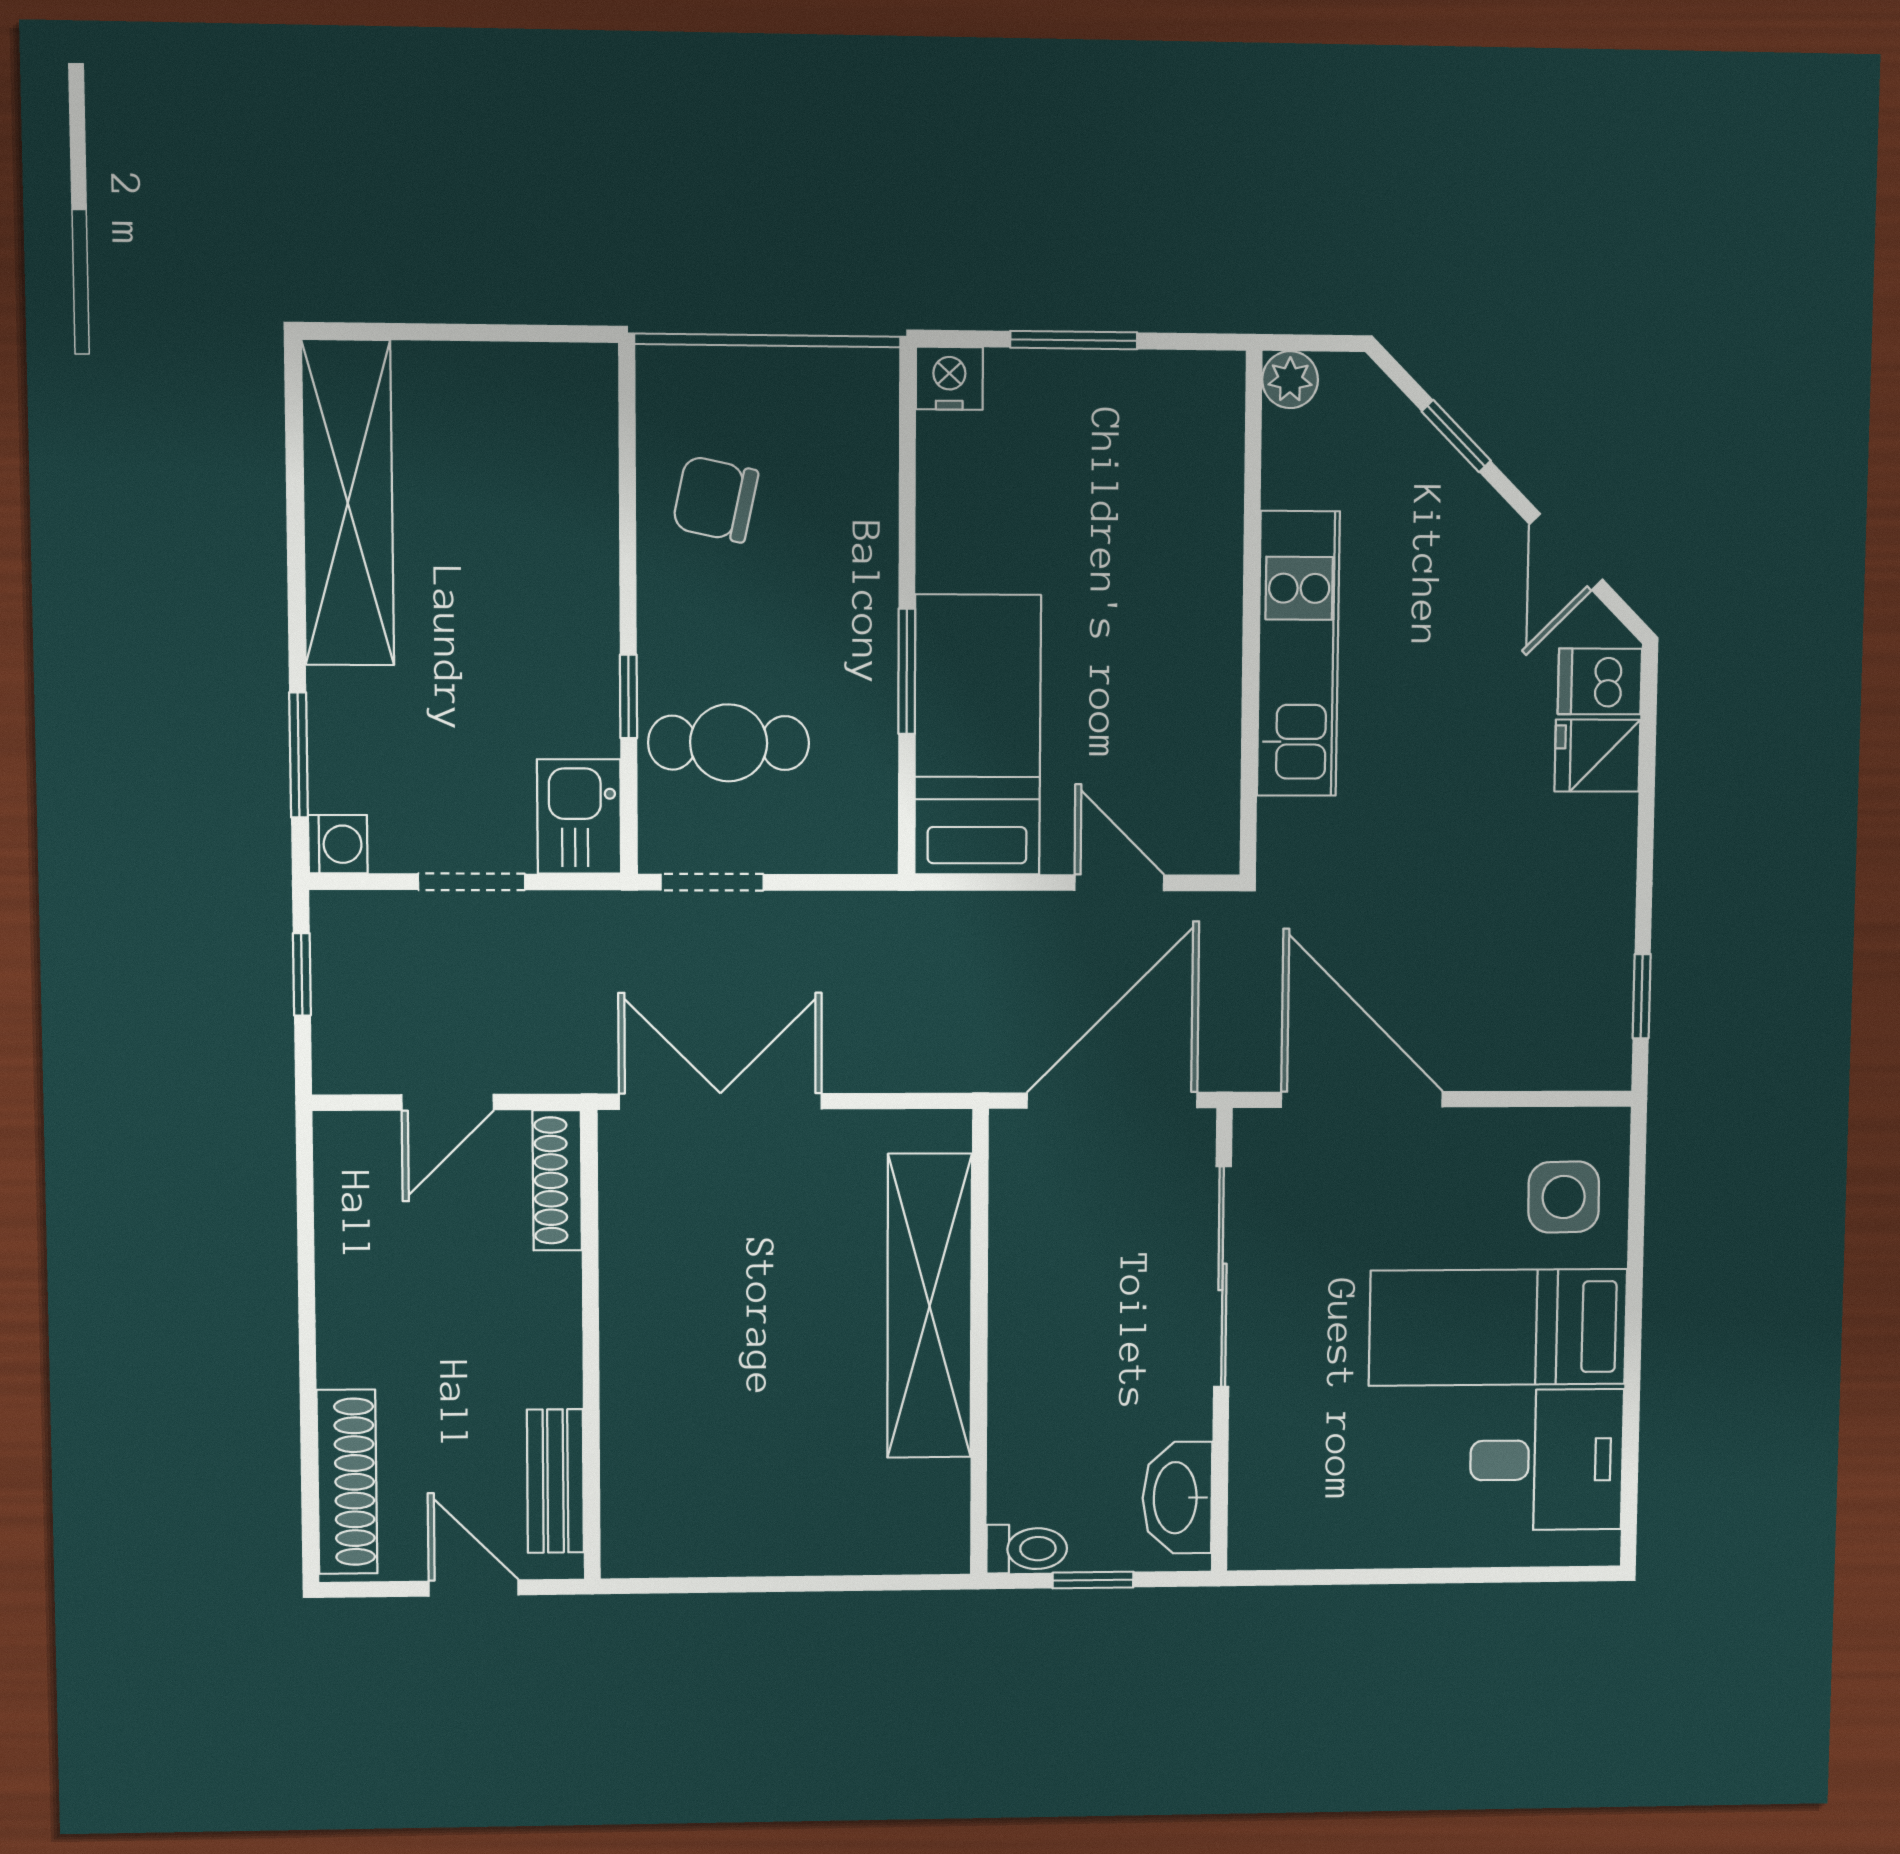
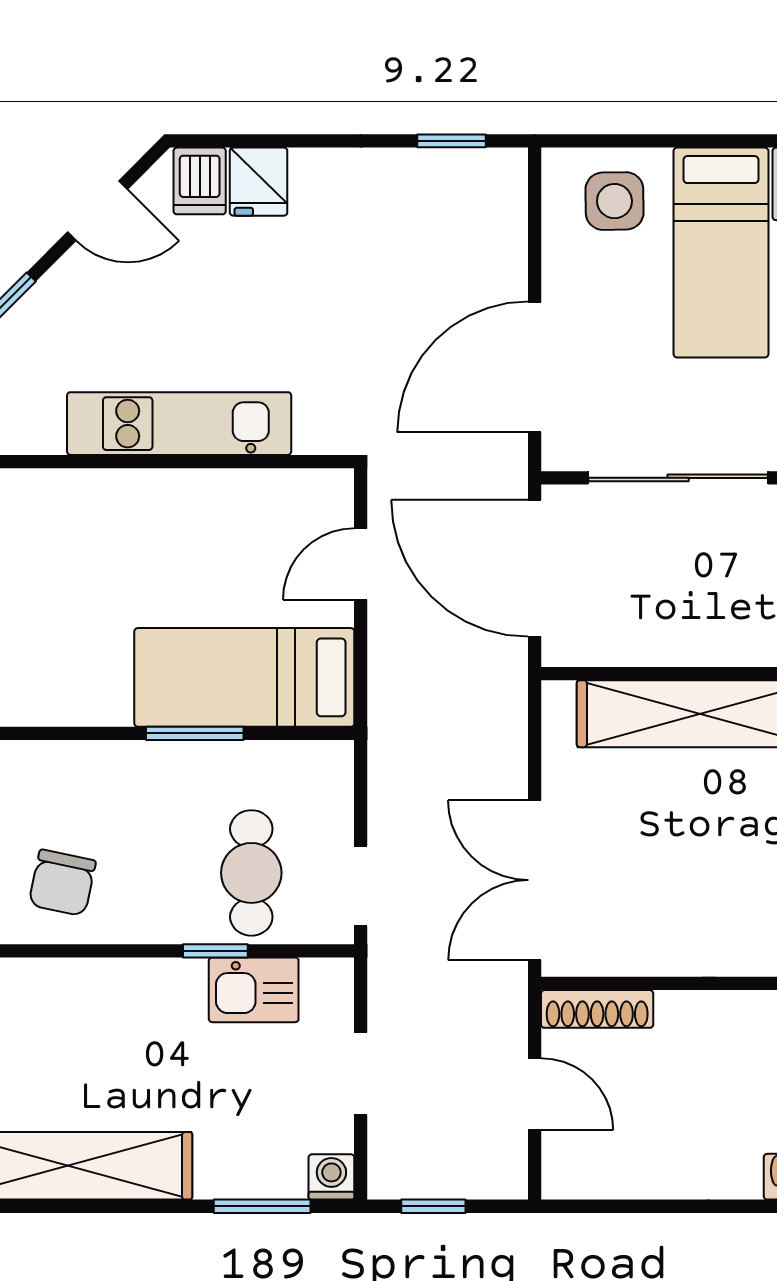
kitchen sink: (579, 817) -> (254, 990), moved

